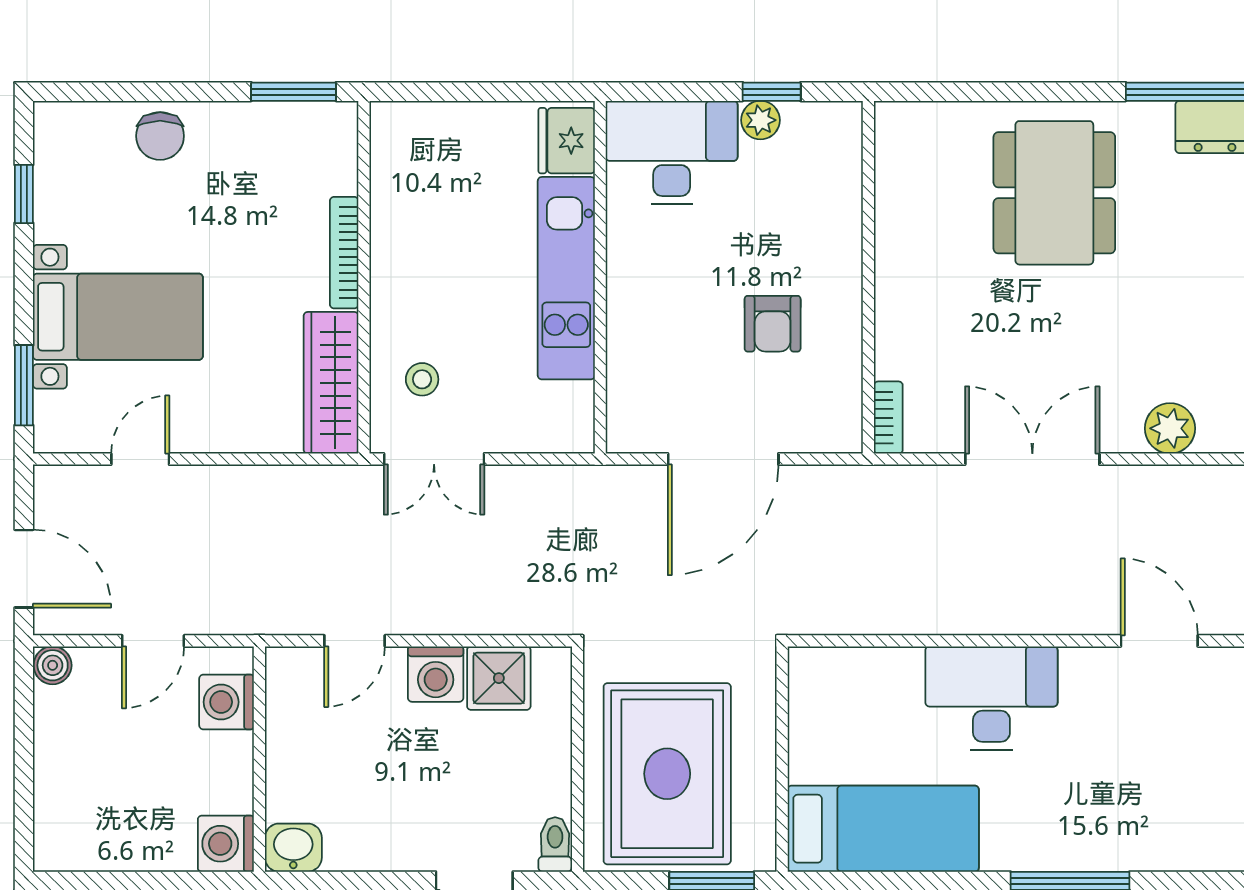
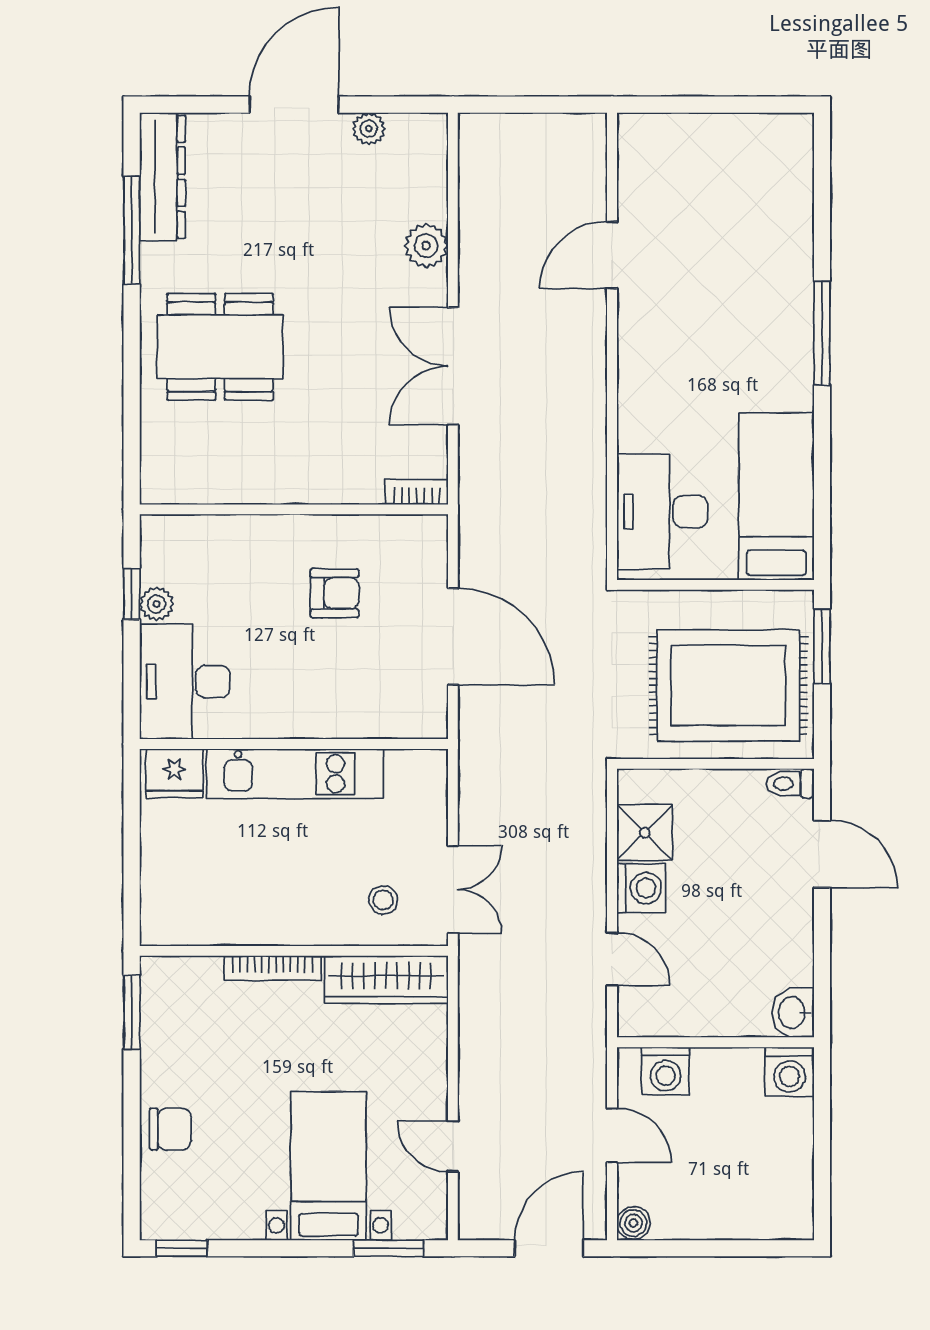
window: (24, 194) -> (182, 1248), moved
desk: (991, 698) -> (662, 512), moved

